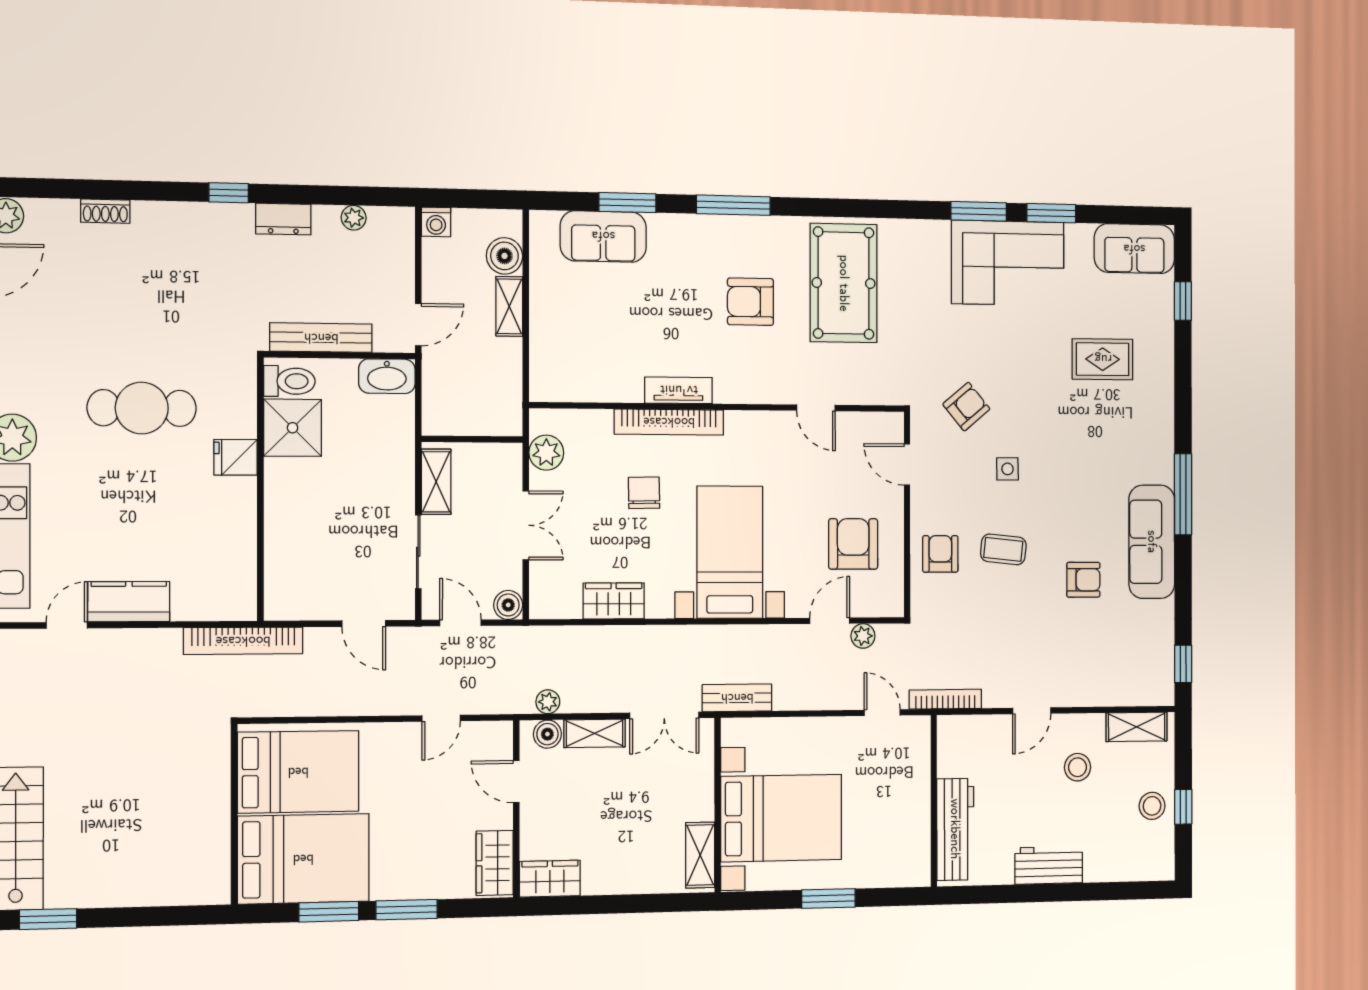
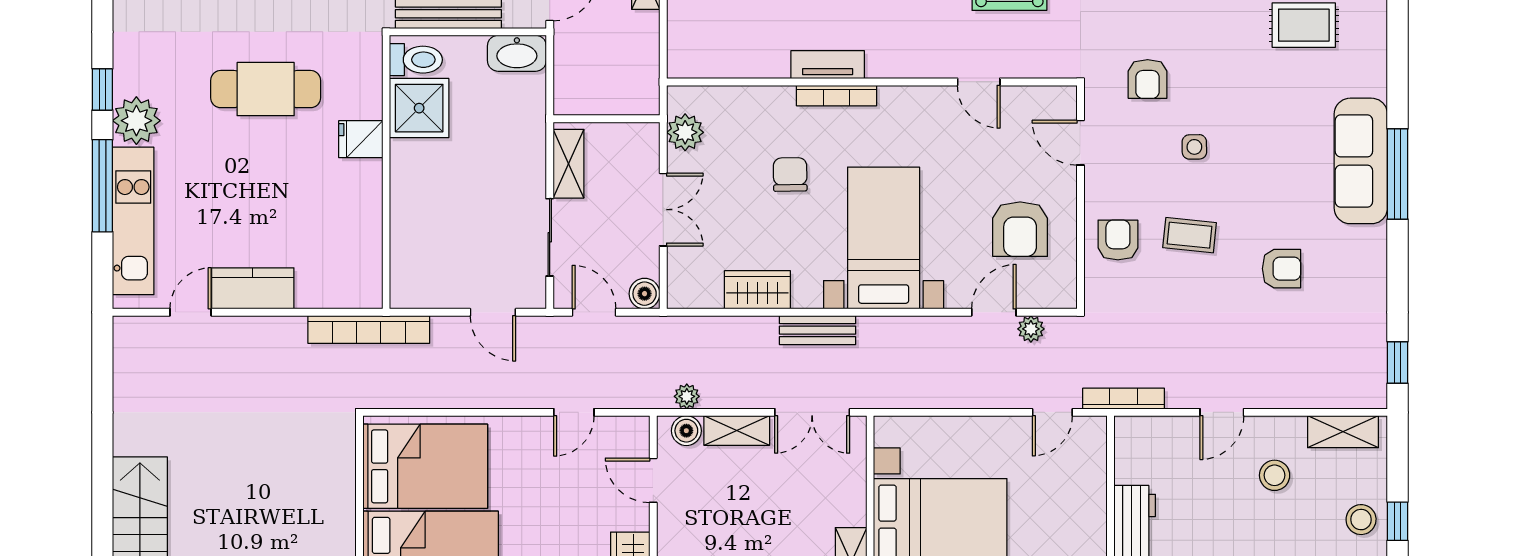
armchair: (966, 407) -> (1148, 79), turned 130
bookcase: (669, 422) -> (836, 96), width x0.68, depth x0.76
sofa: (1152, 542) -> (1361, 161), moved
armchair: (853, 544) -> (1020, 229), turned 180
bench: (737, 698) -> (817, 330), moved
door: (882, 713) -> (1052, 412), swing flipped

